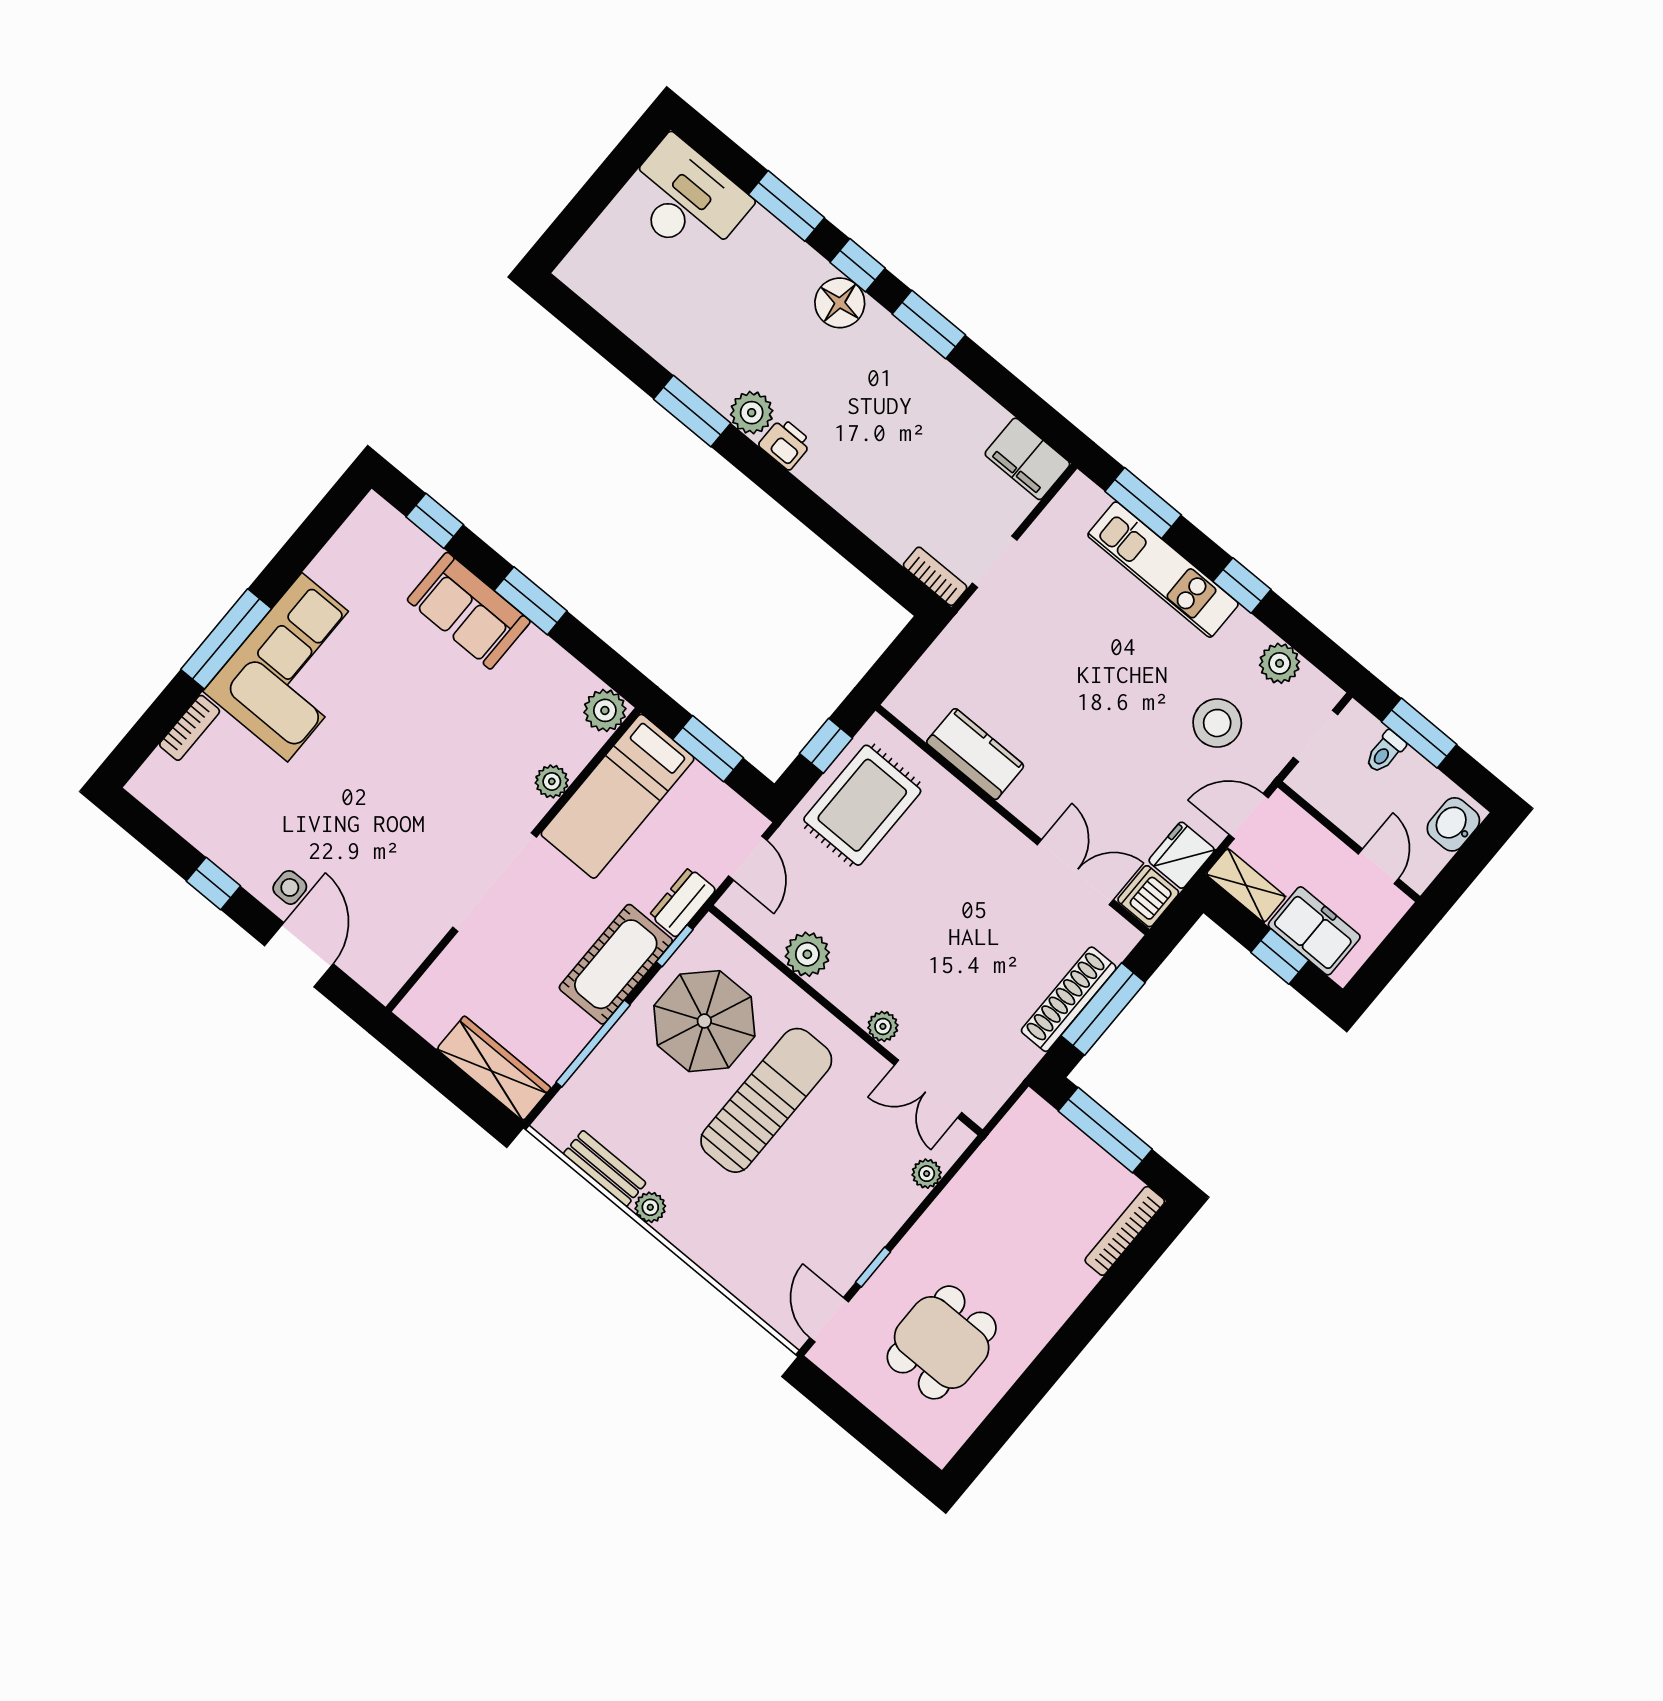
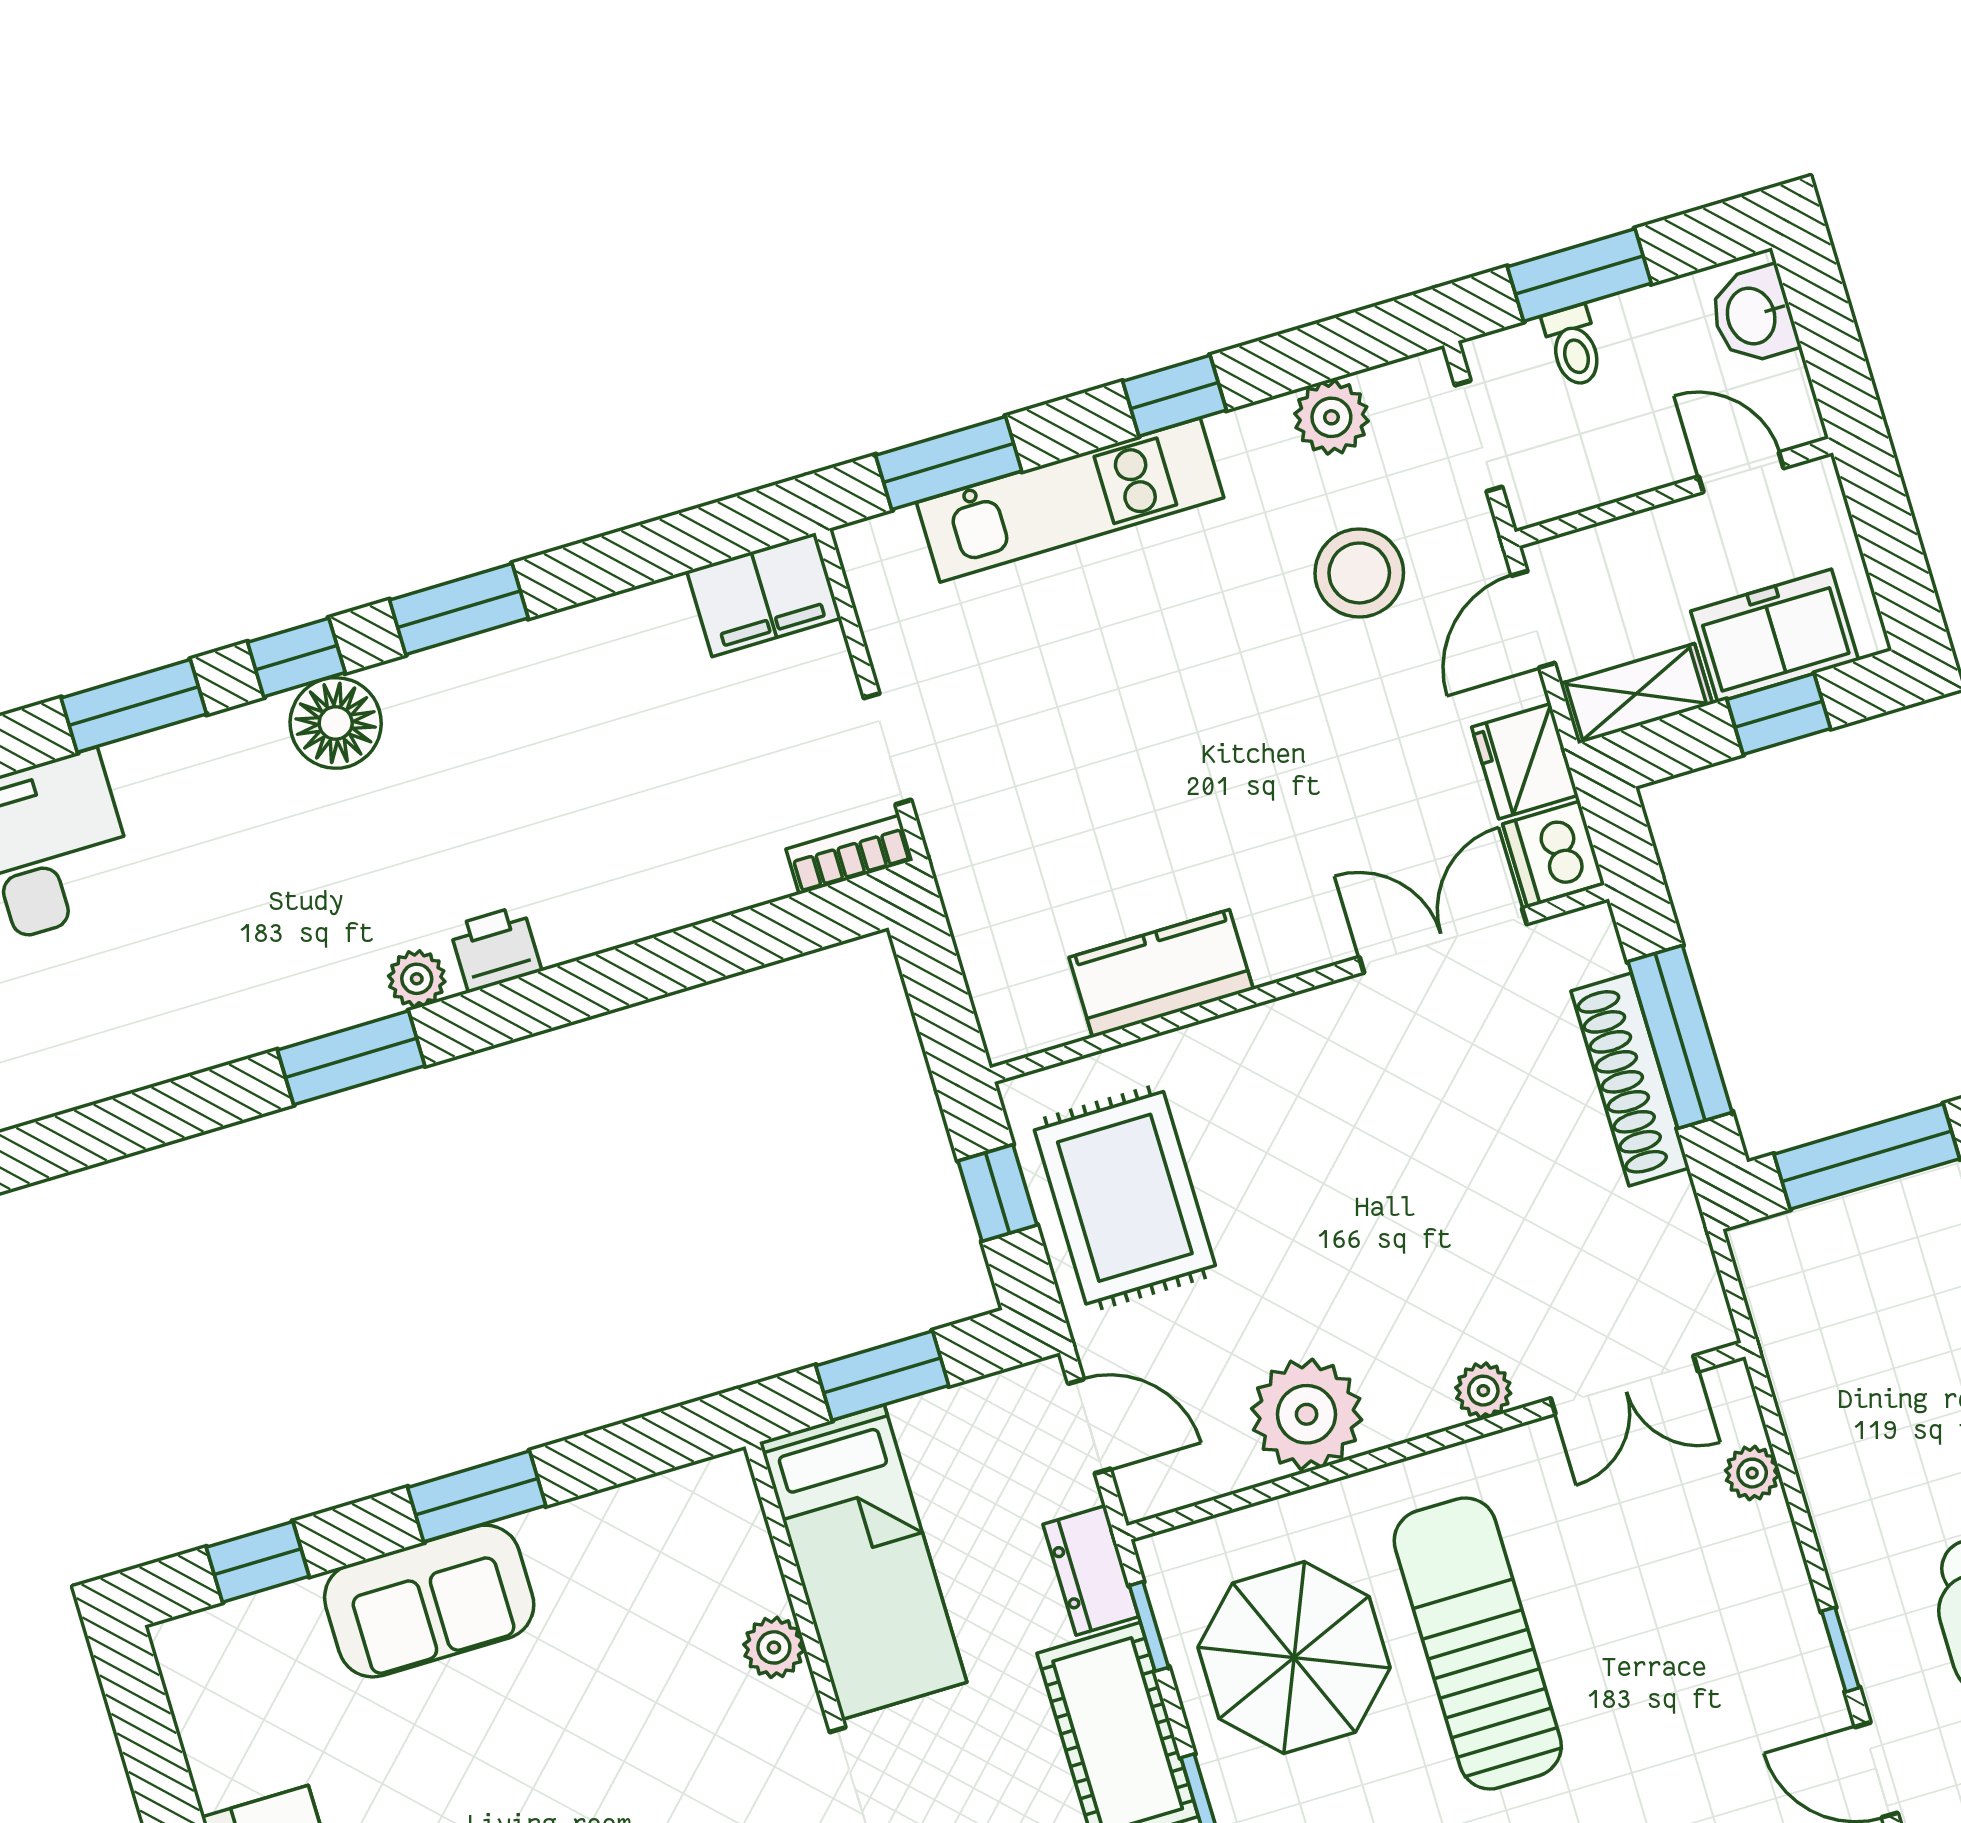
plant: (752, 413) -> (417, 979), width x0.73, depth x0.73
plant: (605, 710) -> (719, 1494), removed
plant: (807, 954) -> (1307, 1414), width x1.36, depth x1.36

